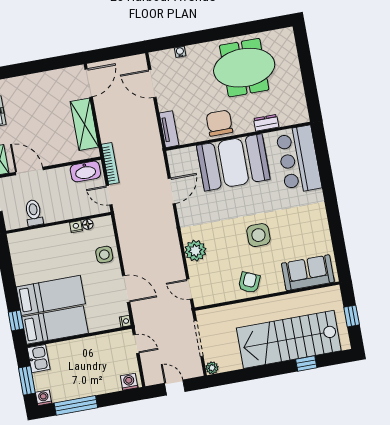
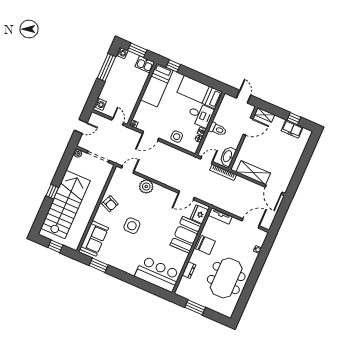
window: (309, 82) -> (195, 307), added
fridge: (185, 158) -> (199, 214), added
booth: (233, 162) -> (186, 235), width x0.73, depth x0.70
door: (172, 191) -> (186, 195), hinge flipped
toilet: (34, 213) -> (218, 129), moved
desk: (56, 243) -> (200, 115), added
window: (338, 244) -> (99, 265), added
bed: (51, 295) -> (200, 92), moved, turned 90
door: (136, 344) -> (118, 122), swing flipped
window: (306, 364) -> (52, 192), moved

